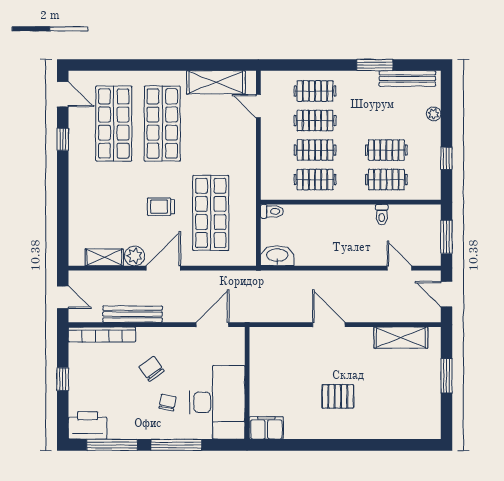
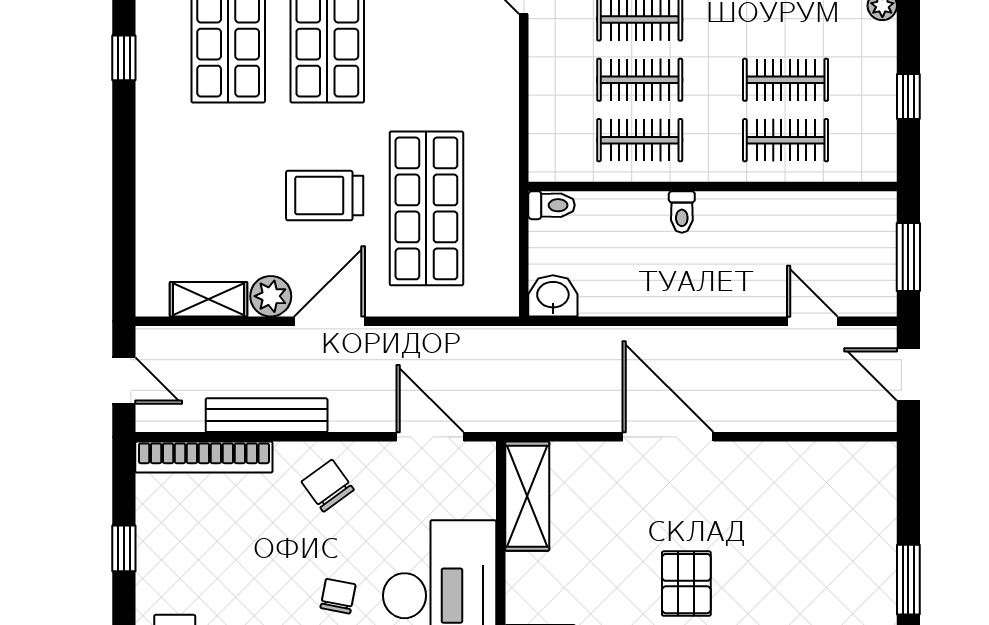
trolley: (161, 207) -> (325, 196), width x1.36, depth x1.39
toilet: (382, 215) -> (682, 212), moved
washbasin: (277, 256) -> (553, 296), width x0.72
door: (212, 325) -> (430, 437), hinge flipped
door: (329, 325) -> (668, 437), width x1.36
shelving: (401, 338) -> (527, 496), moved, turned 90
chair: (152, 369) -> (328, 486), moved
window: (446, 376) -> (908, 580), moved
pallet: (338, 396) -> (686, 584), turned 90

